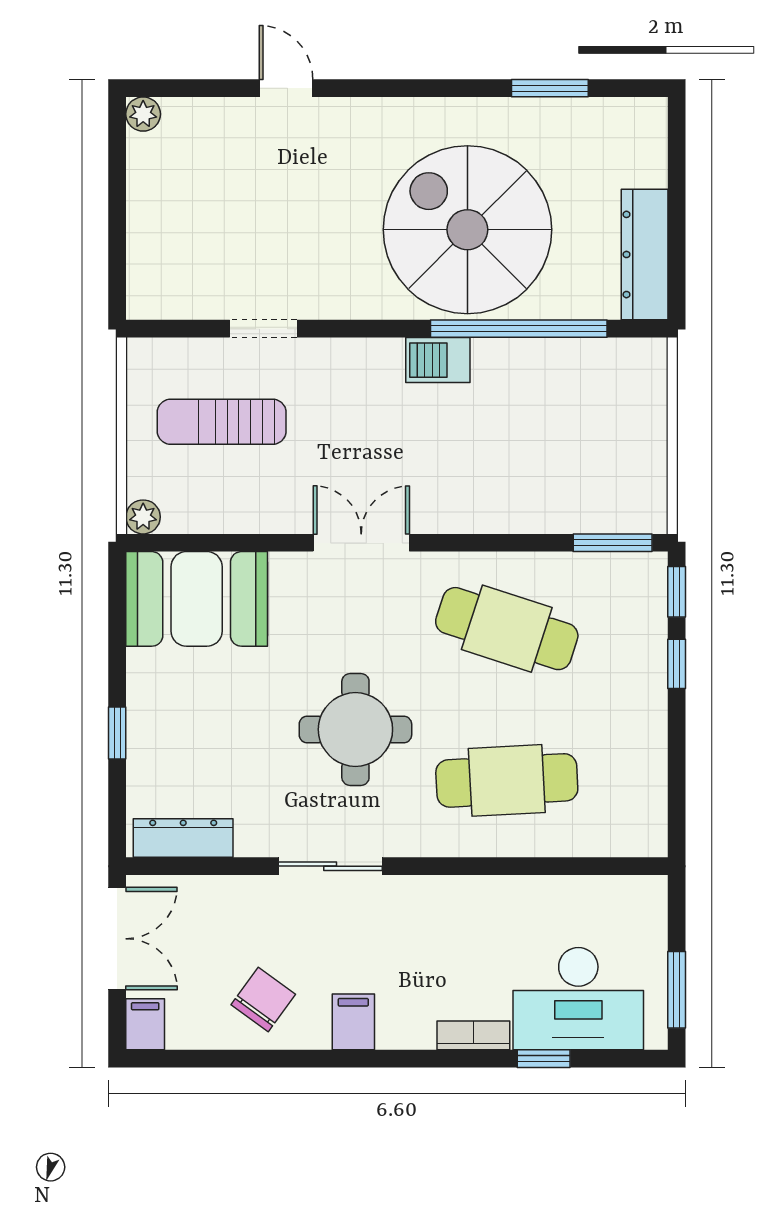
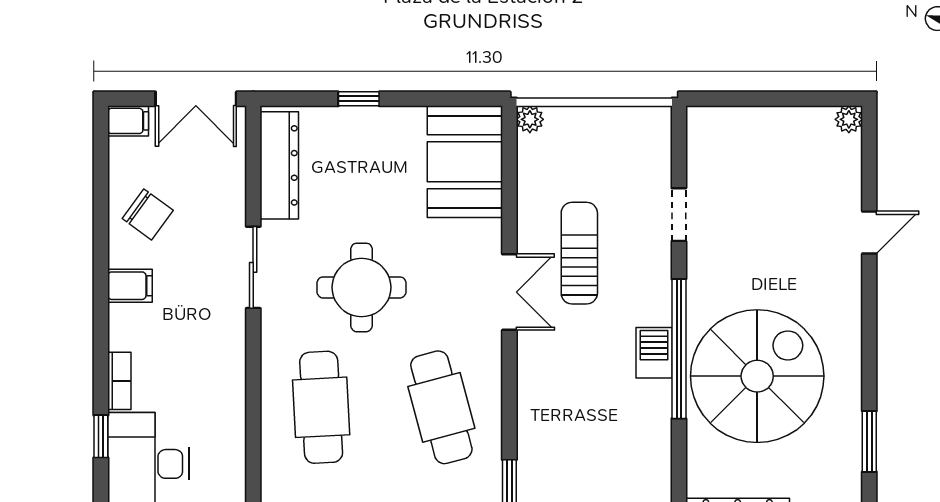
window: (519, 329) -> (679, 349), moved
sun lounger: (222, 422) -> (579, 253), moved
cafe table: (507, 629) -> (441, 407), turned -33
dresser: (183, 838) -> (279, 165), width x1.37, depth x1.24

